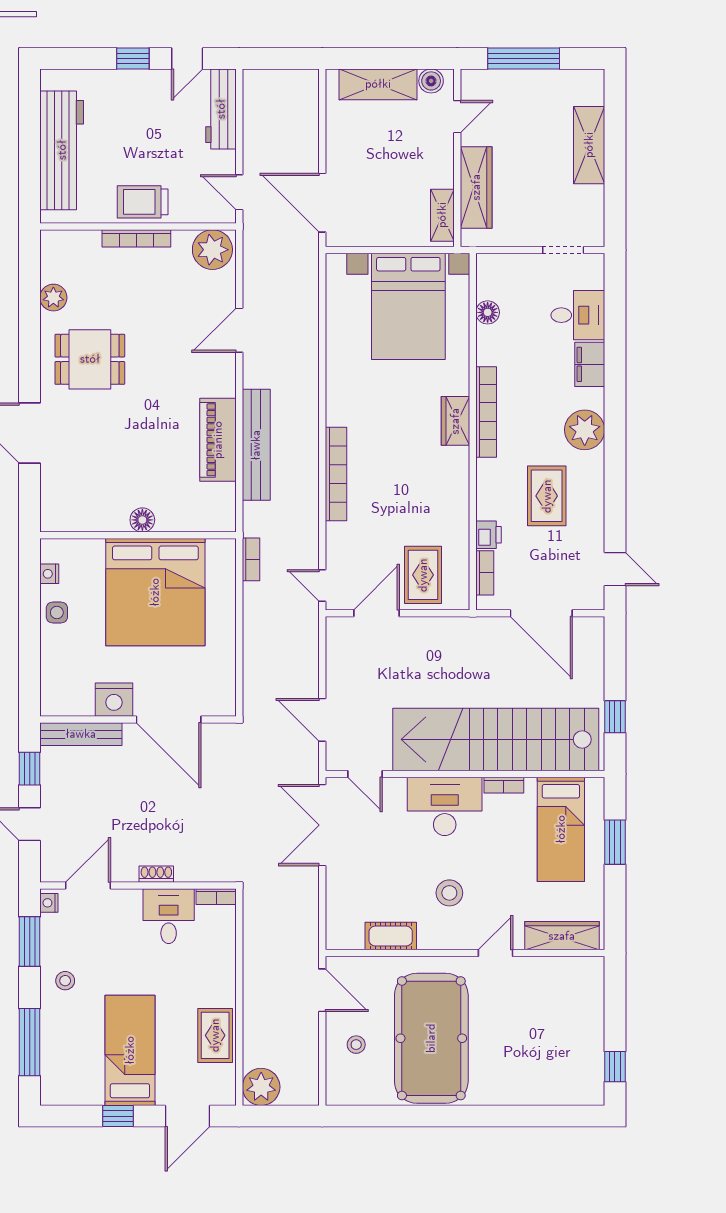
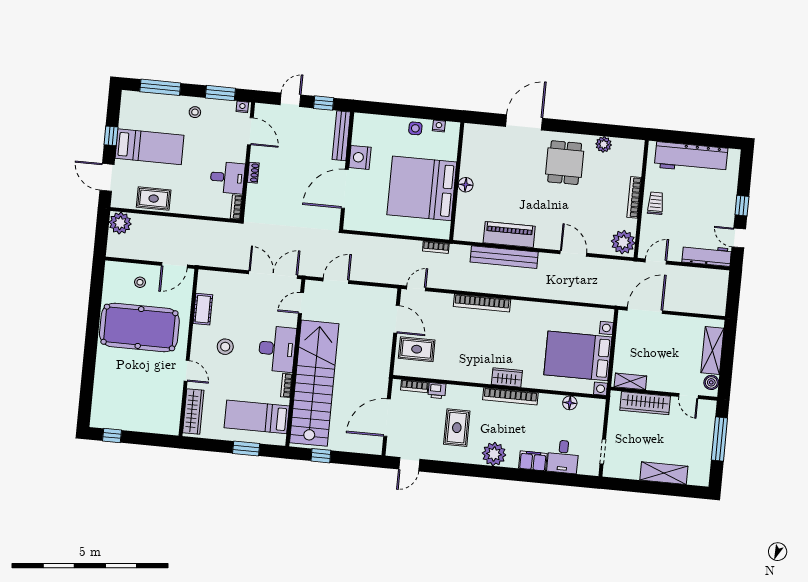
trolley: (143, 202) -> (656, 203), width x0.73, depth x0.72
rug: (547, 496) -> (457, 428), turned 90

